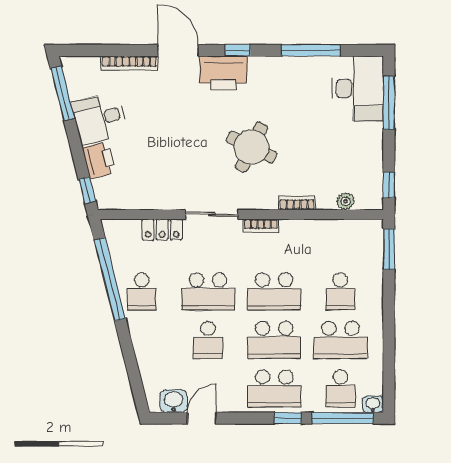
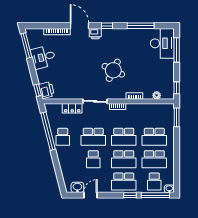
printer: (223, 73) -> (95, 34), width x0.53, depth x0.68
printer: (99, 160) -> (47, 90), moved
school desk: (340, 291) -> (154, 137), width x1.85

